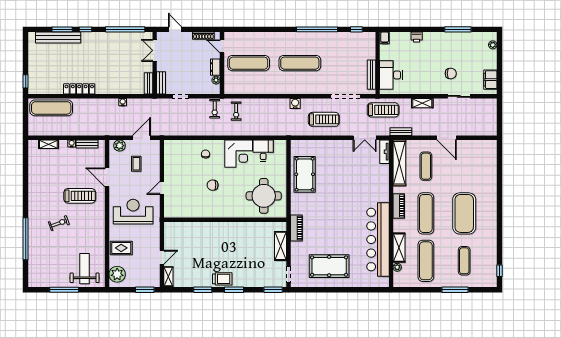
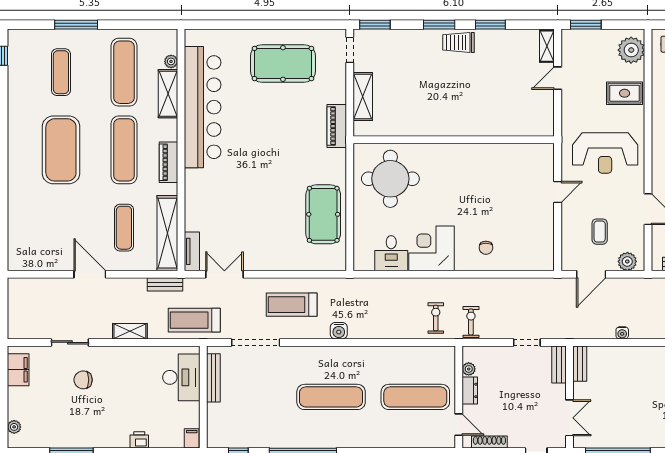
chair: (213, 185) -> (474, 197), removed

